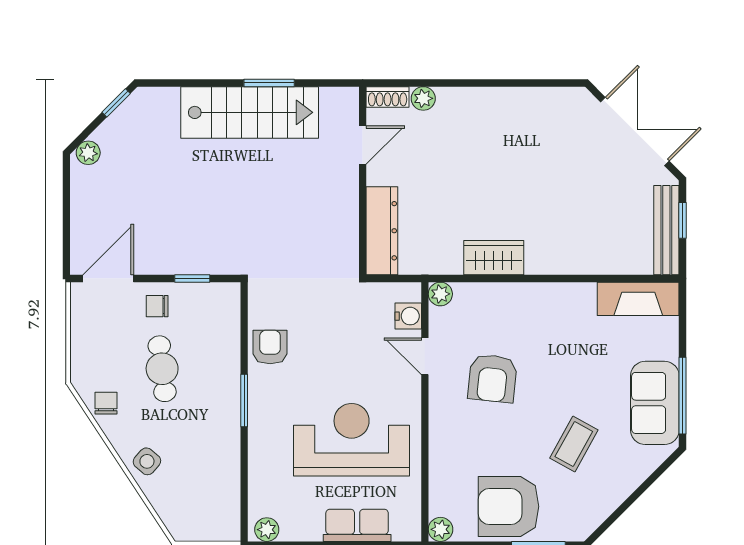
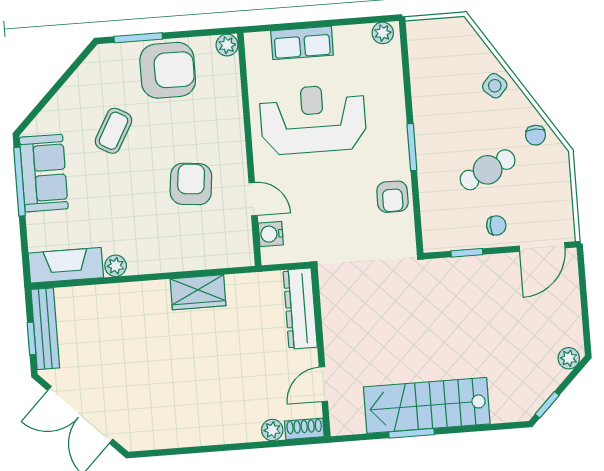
plant: (440, 294) -> (116, 266), moved
cafe table: (162, 369) -> (488, 170), turned 72
reception desk: (352, 440) -> (313, 119), turned 180

